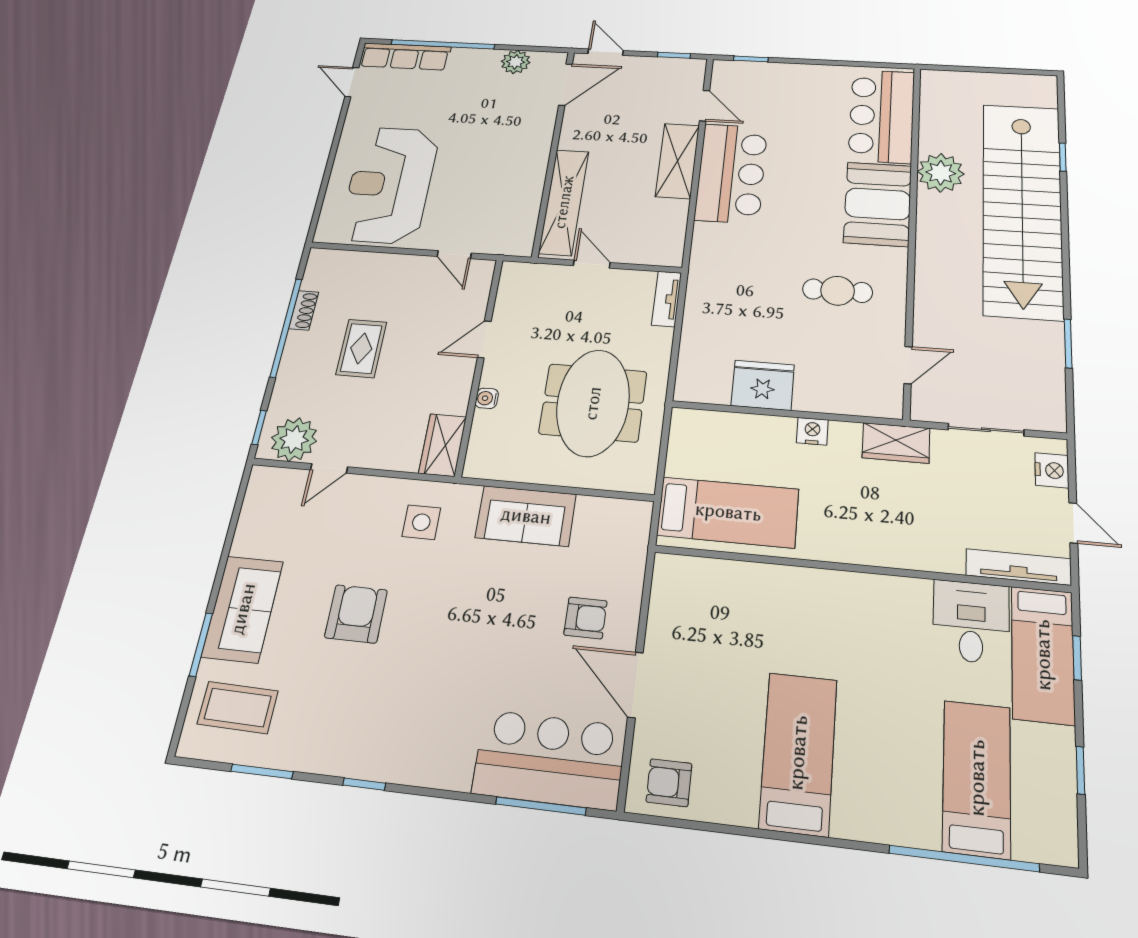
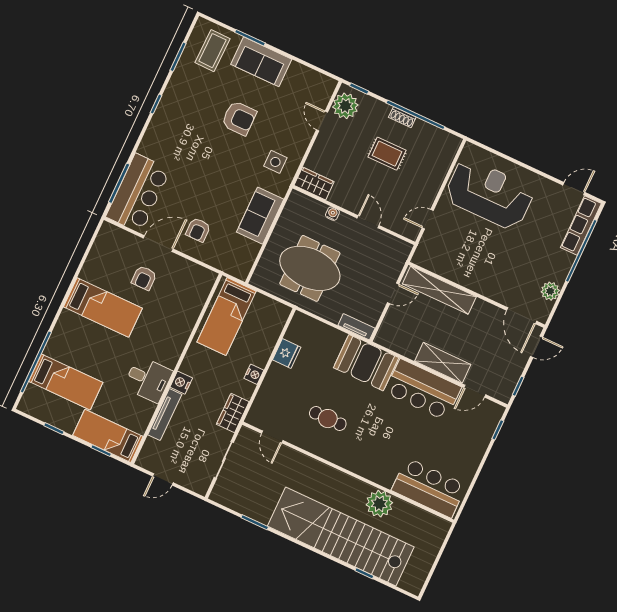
booth: (878, 204) -> (366, 363), moved
cafe table: (838, 291) -> (328, 419), turned 90
shoe rack: (304, 310) -> (402, 117), moved
fridge: (763, 385) -> (287, 354), width x0.73, depth x0.75
nightstand: (1052, 470) -> (181, 383), moved, turned 90
tv unit: (1018, 567) -> (165, 415), moved
desk: (971, 622) -> (148, 379), moved
armchair: (669, 783) -> (144, 278), moved, turned 180

